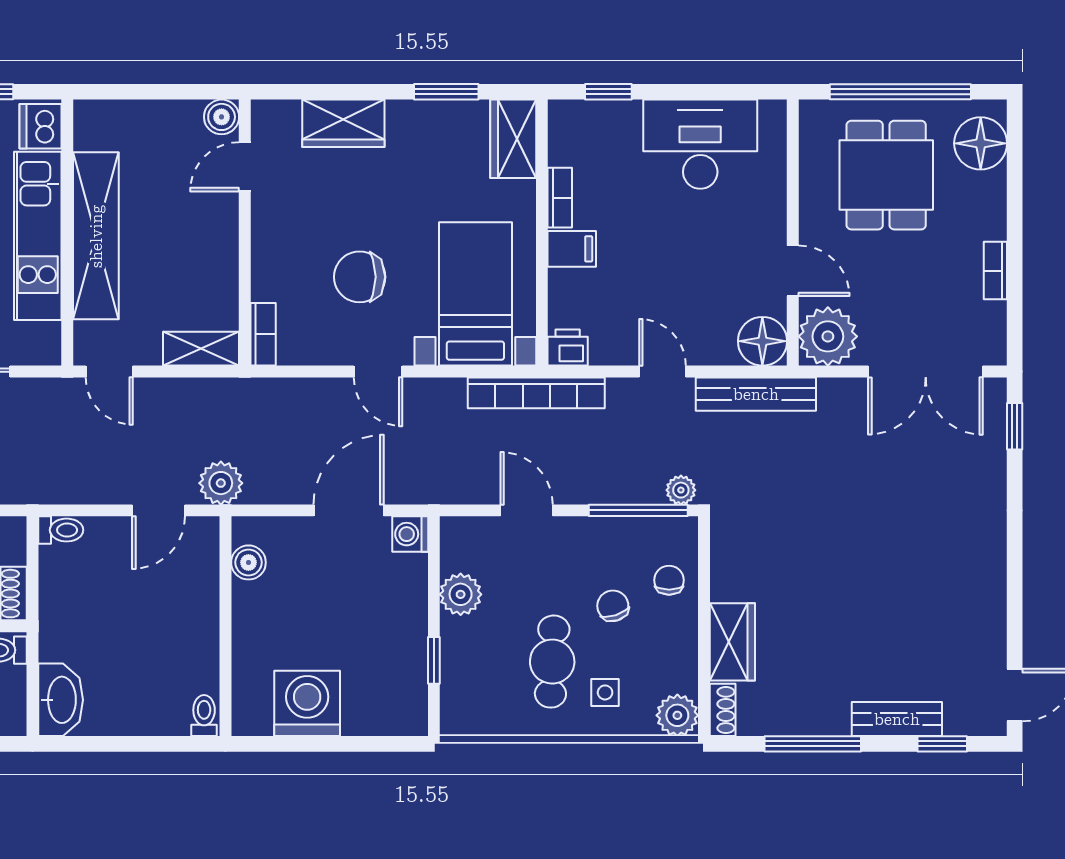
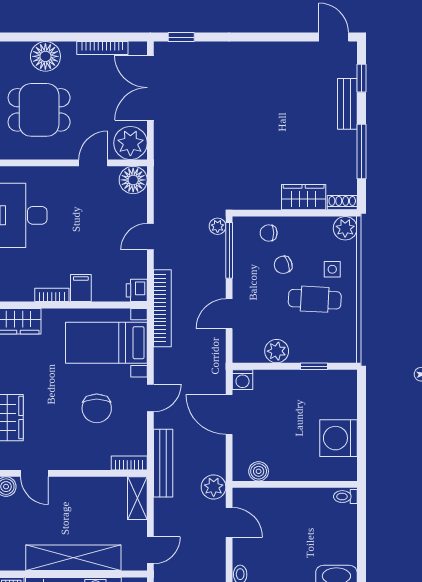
floor lamp: (981, 143) -> (45, 56), moved
bookcase: (995, 271) -> (102, 48), width x1.56
double door: (926, 372) -> (150, 88), swing flipped
bench: (756, 394) -> (163, 463), moved

